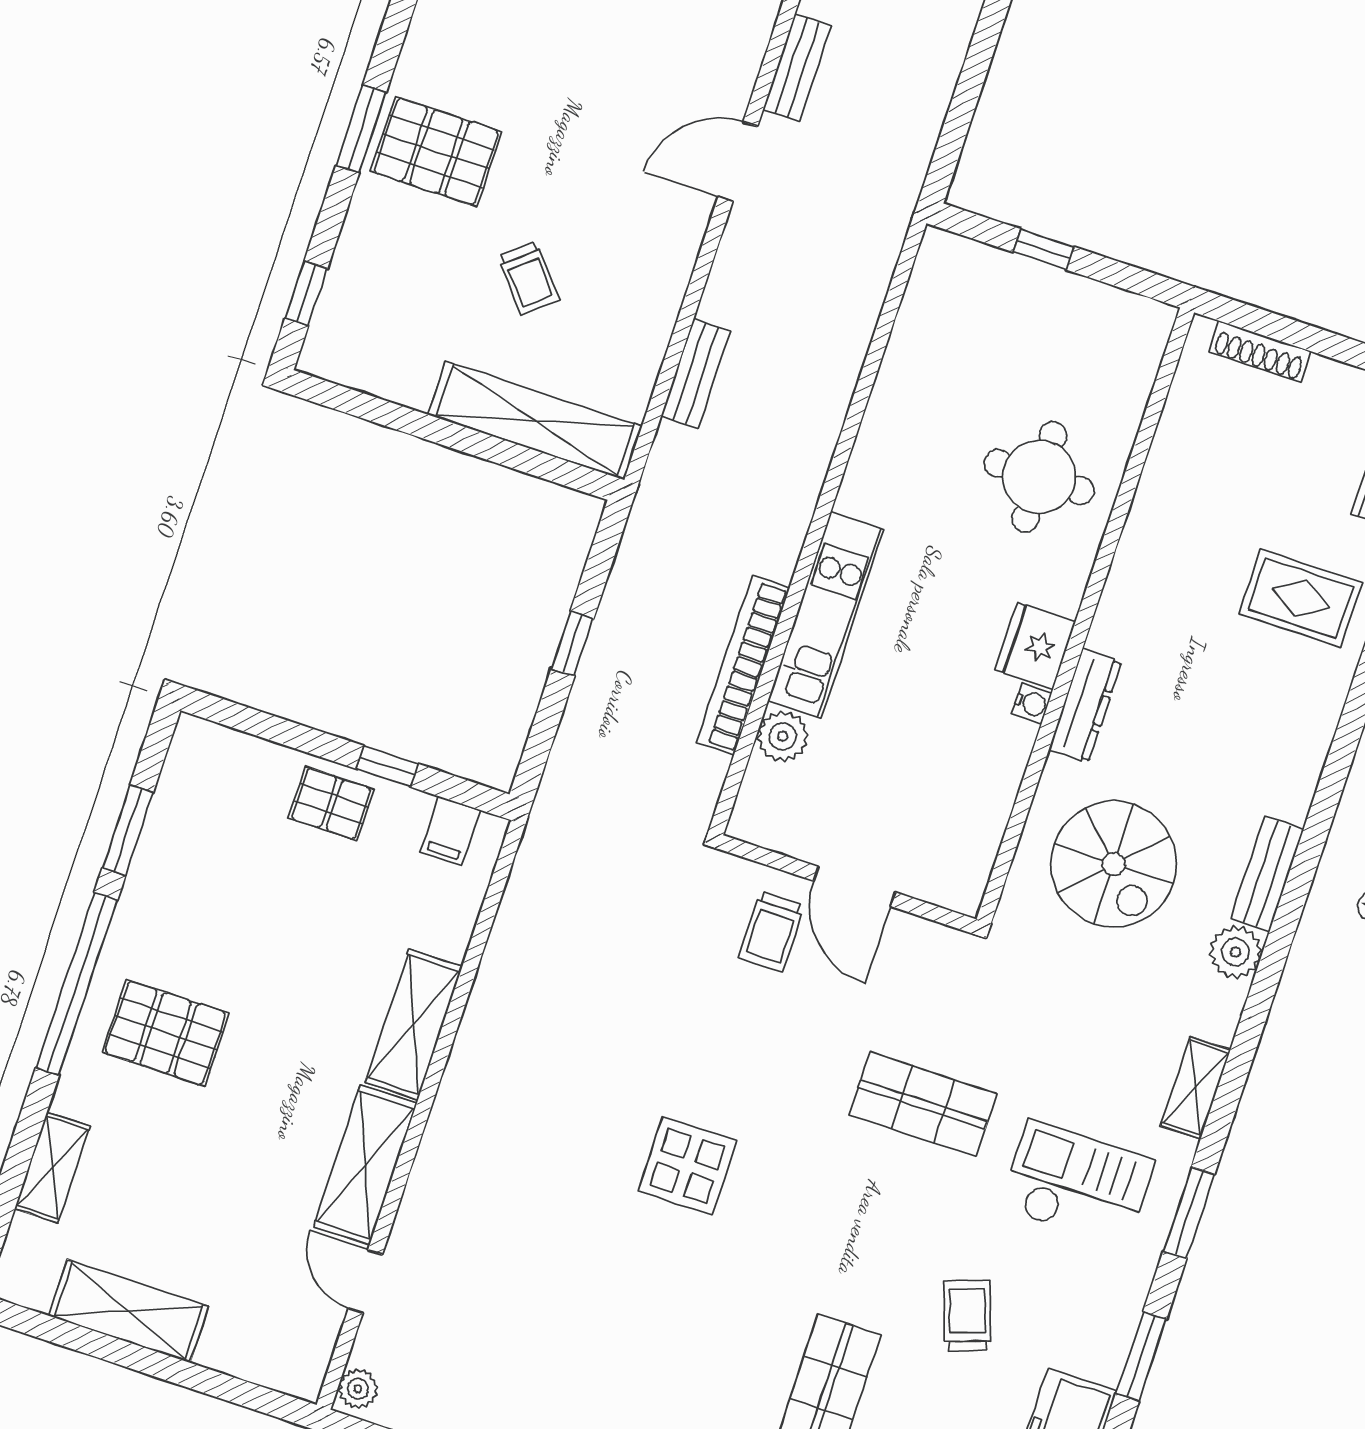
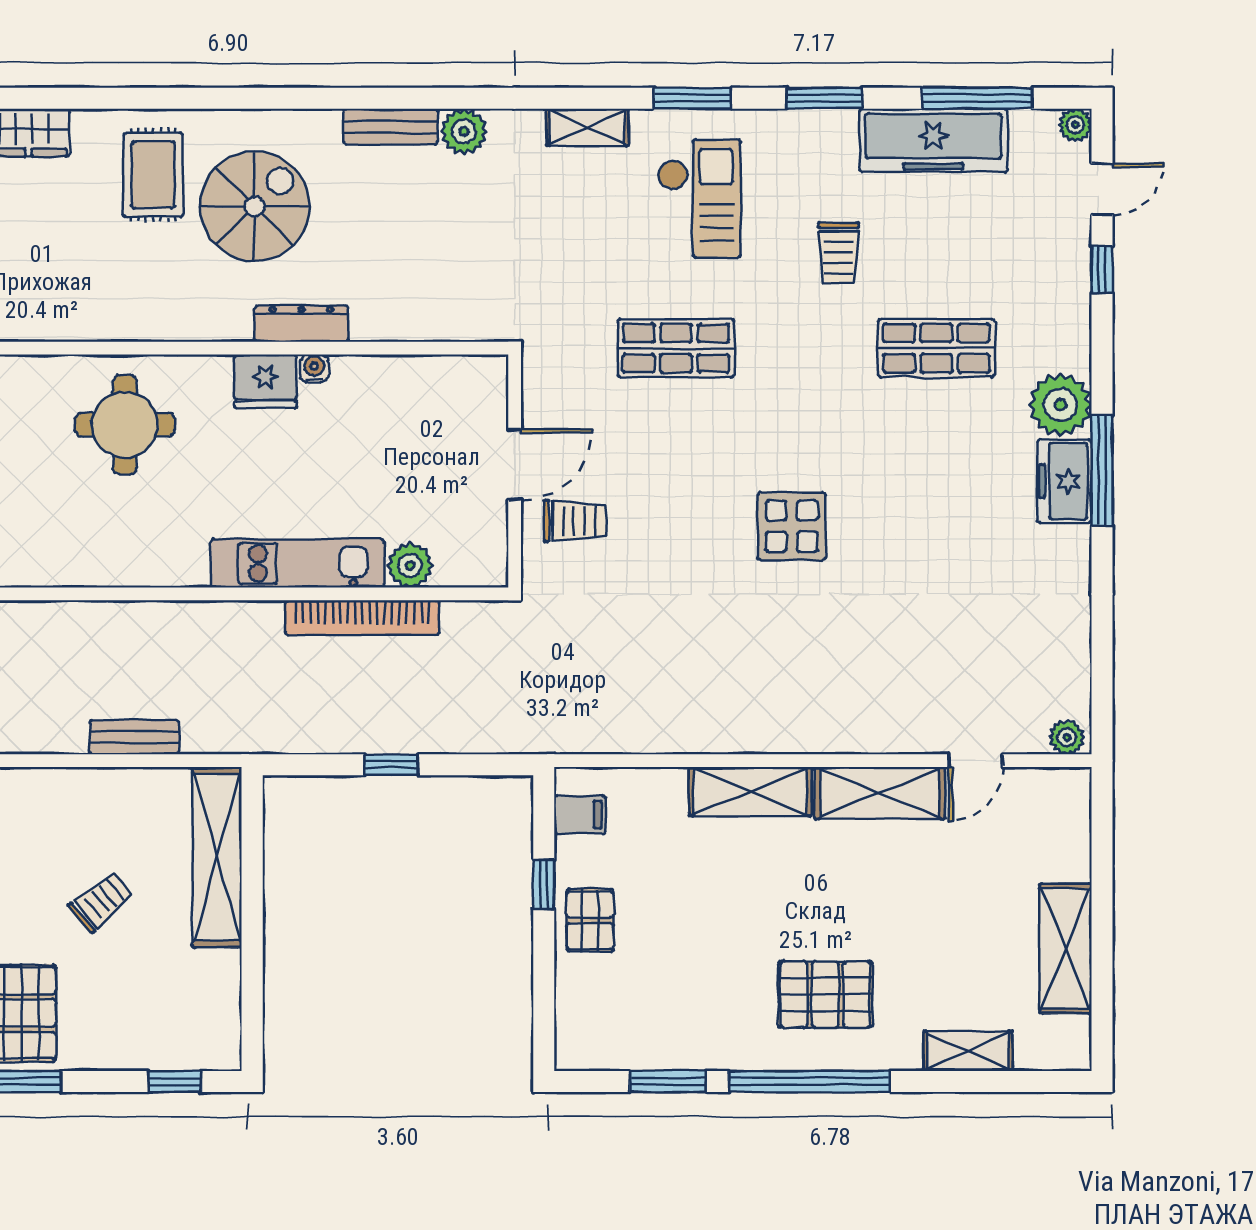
spiral stairs: (1114, 864) -> (255, 206), moved
pallet: (166, 1033) -> (825, 994), turned 90
shop shelf: (923, 1104) -> (676, 348), turned 90
checkout: (1077, 1184) -> (699, 199), turned 180
trolley: (967, 1316) -> (838, 253), turned -71

